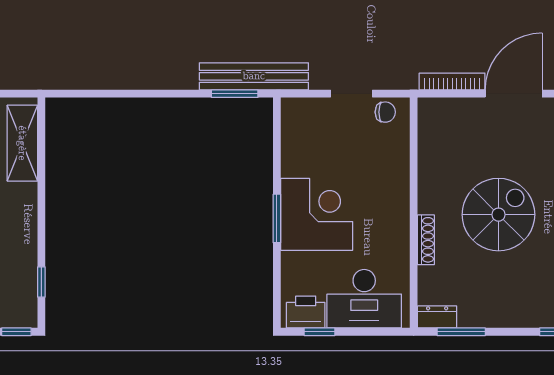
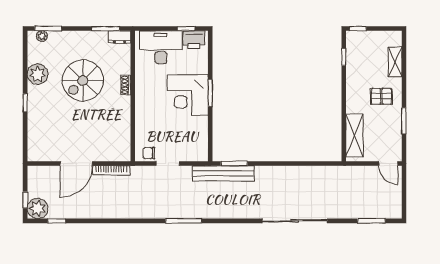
spiral stairs: (498, 215) -> (83, 81), moved
shoe rack: (426, 240) -> (126, 85), width x0.70

